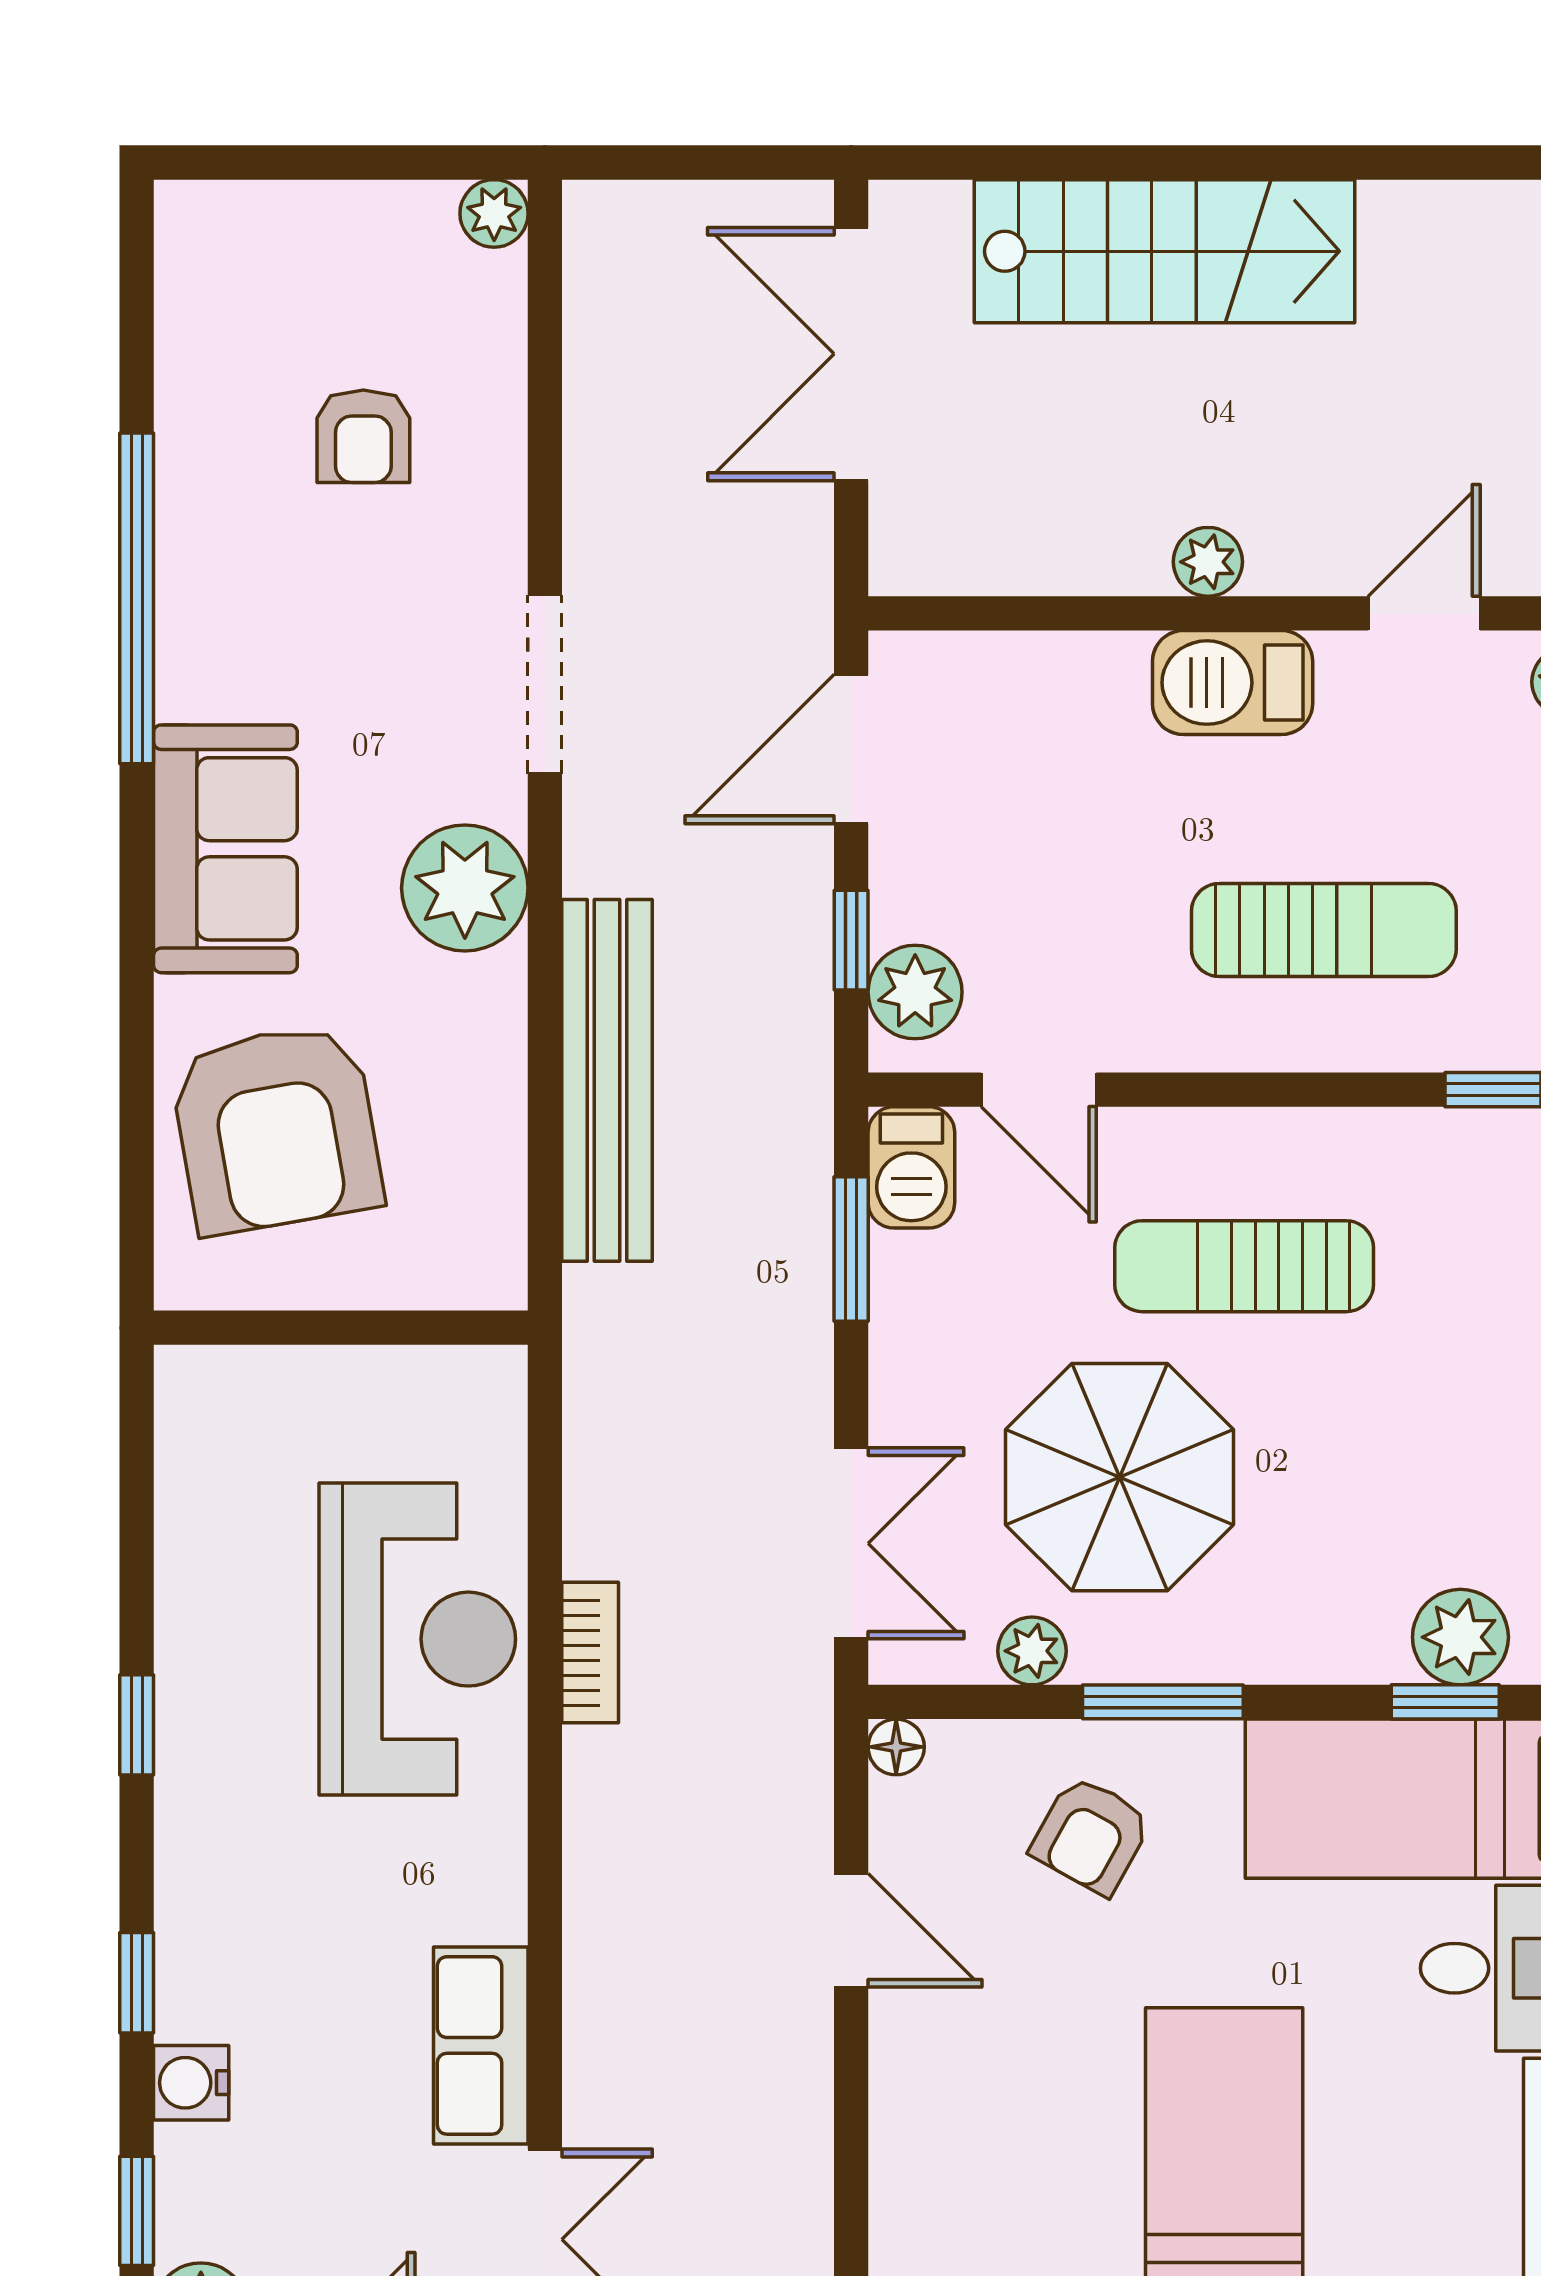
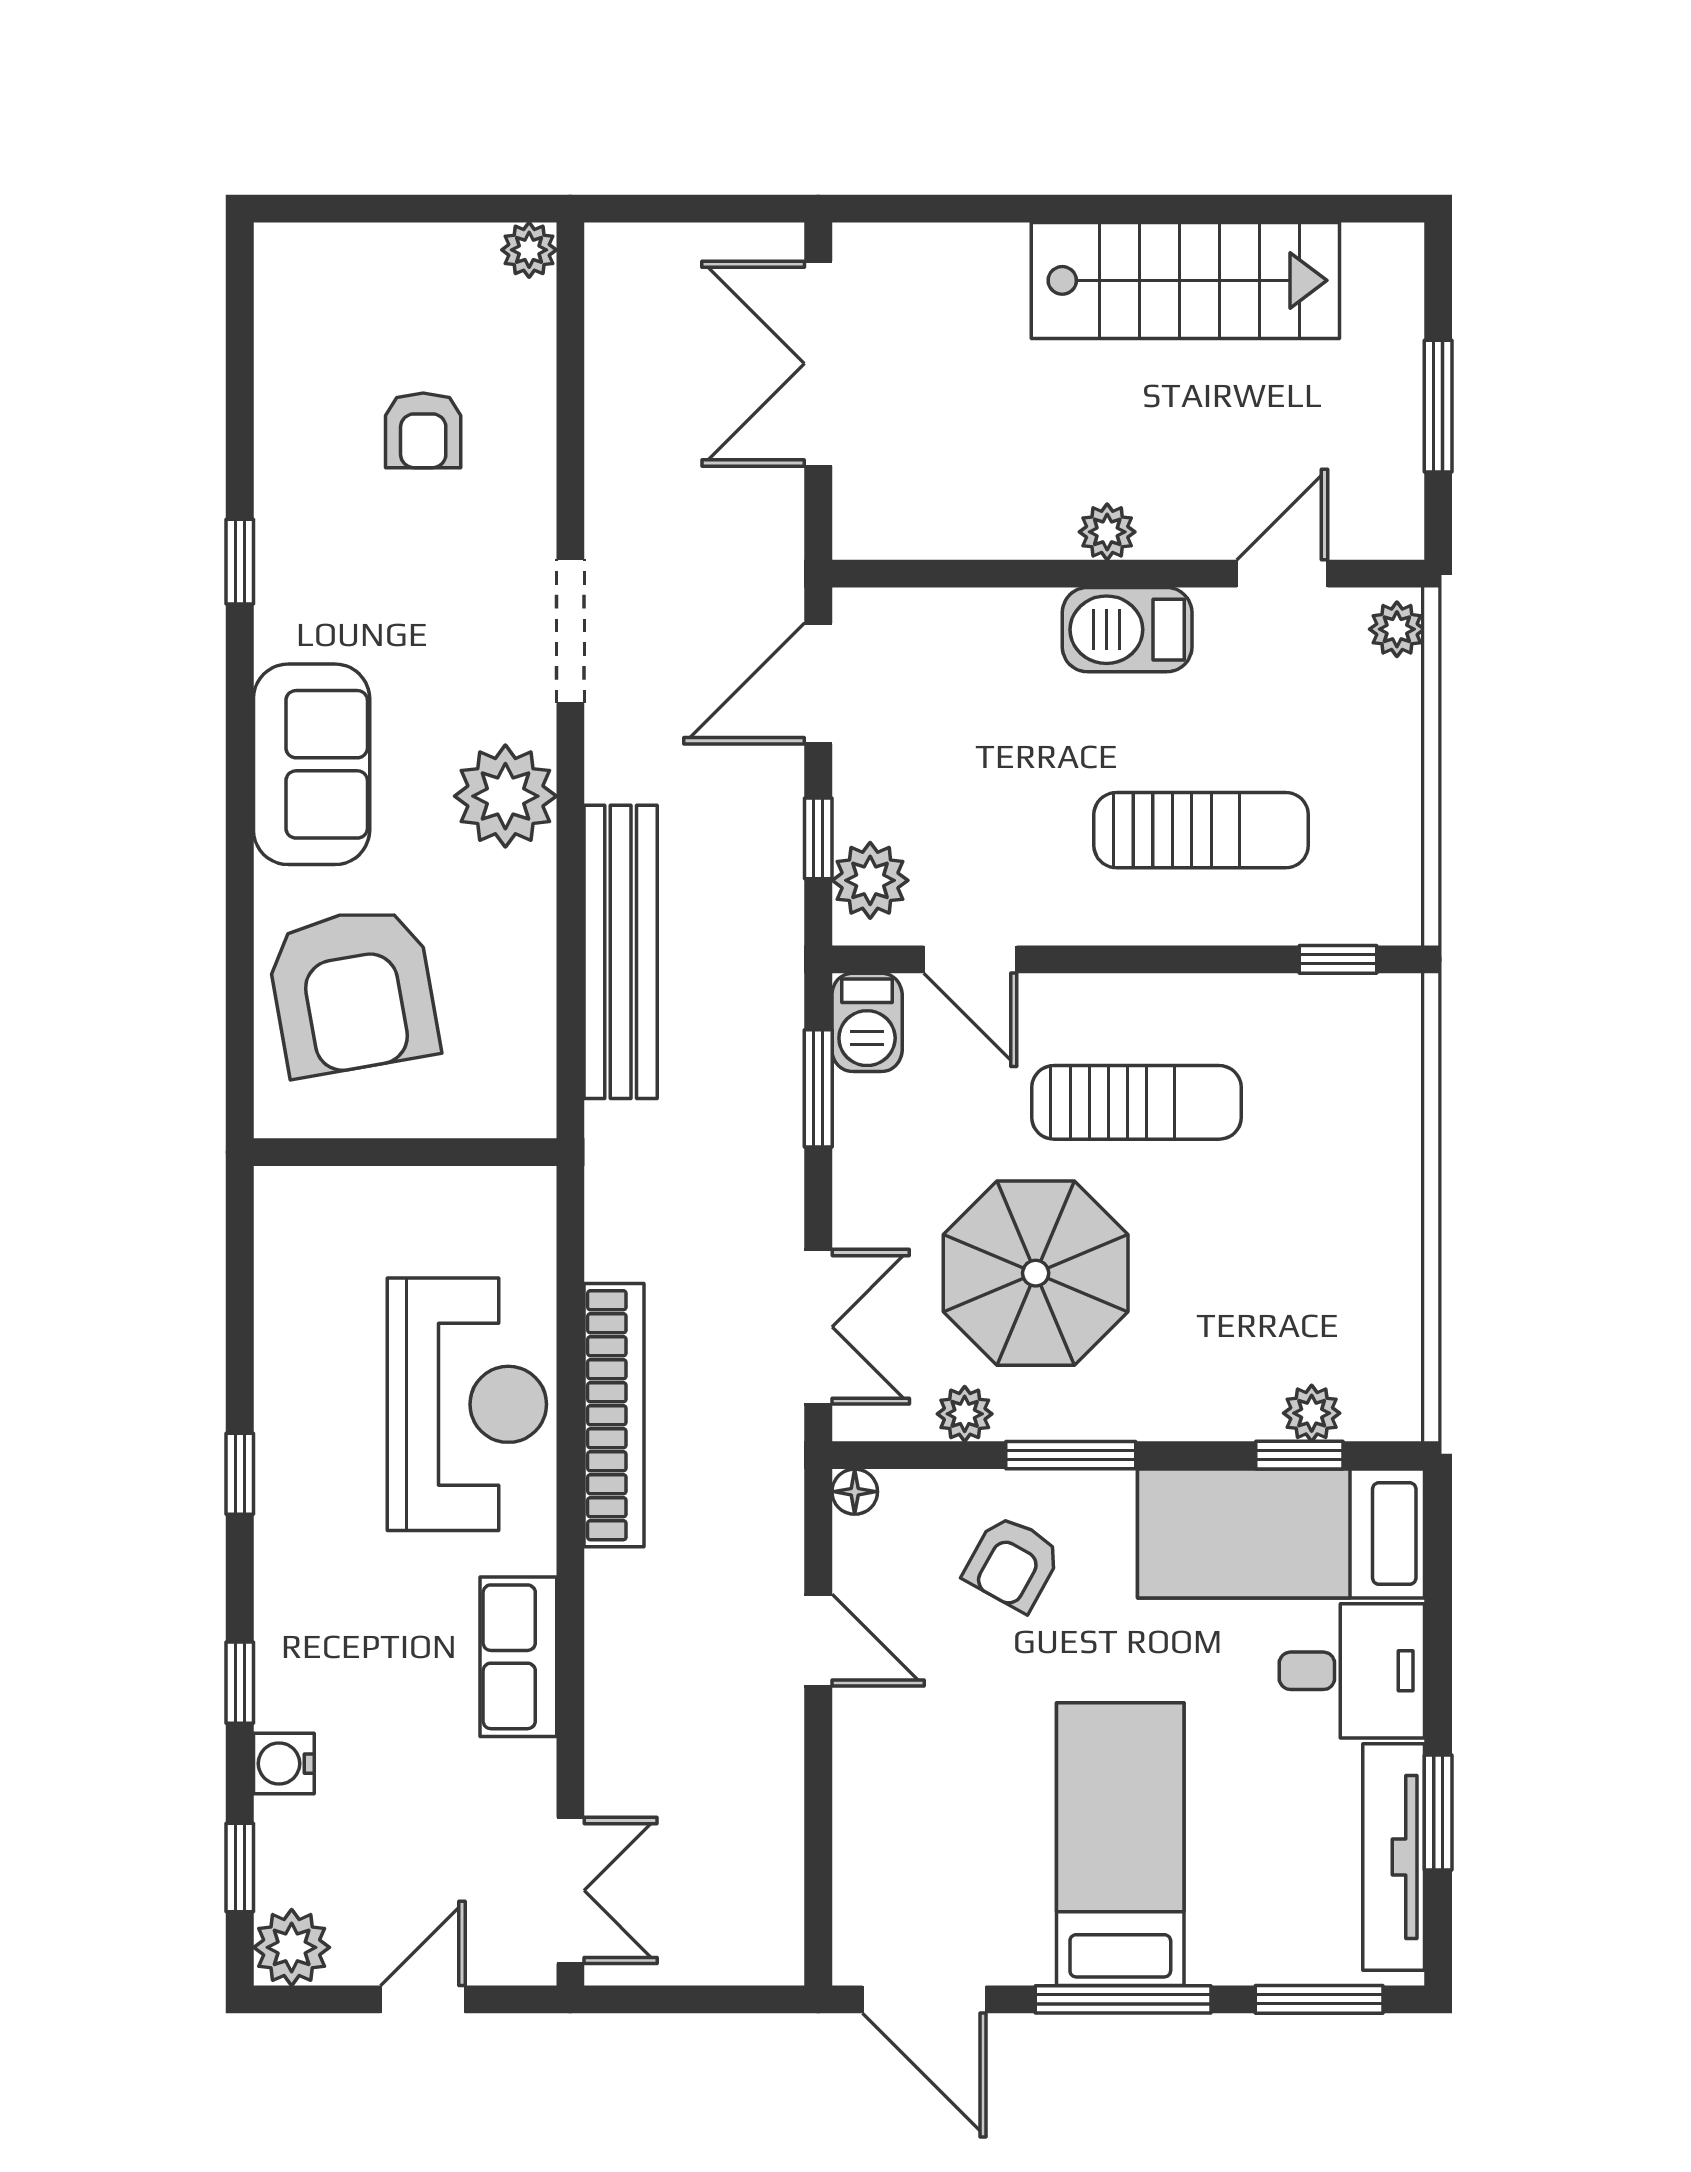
stairs: (1165, 251) -> (1185, 280), moved
window: (137, 598) -> (240, 562), width x0.32
sun lounger: (1244, 1266) -> (1136, 1102), turned 180
plant: (1460, 1637) -> (1312, 1413), width x0.73, depth x0.73
bookcase: (590, 1653) -> (614, 1415), width x2.31, depth x1.31
row of seats: (481, 2045) -> (518, 1657), moved

